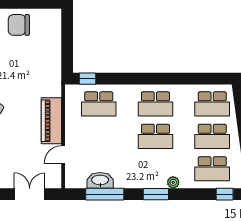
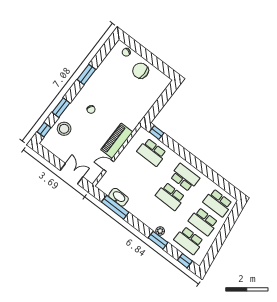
school desk: (155, 104) -> (185, 177), turned 180
window: (156, 194) -> (158, 240), moved

